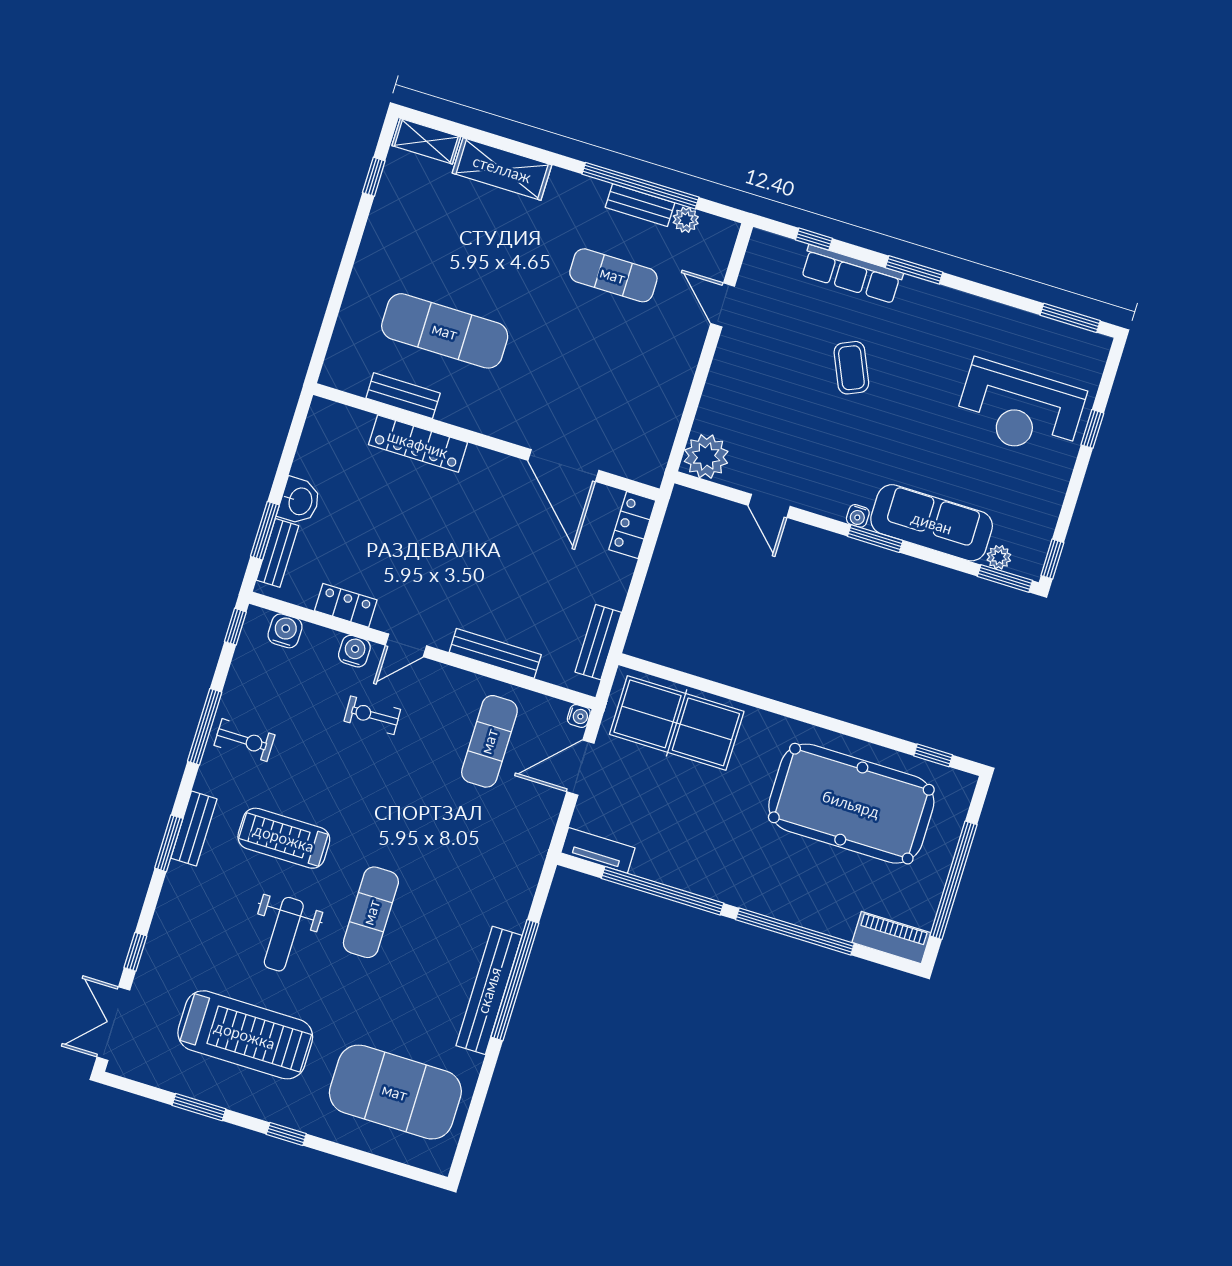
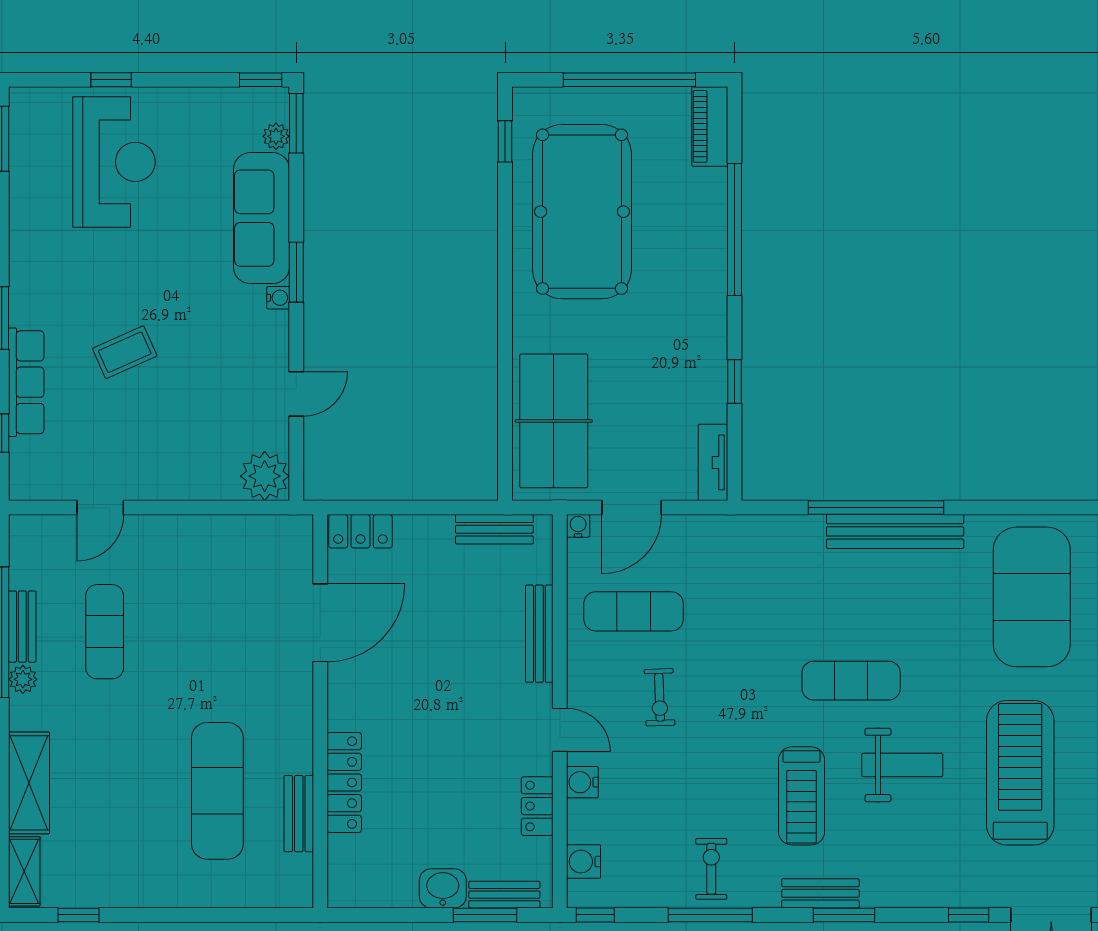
plant: (686, 220) -> (23, 679), moved
exercise bike: (372, 715) -> (660, 697), moved
door: (580, 768) -> (632, 508), hinge flipped
window: (663, 891) -> (734, 382), width x0.32

